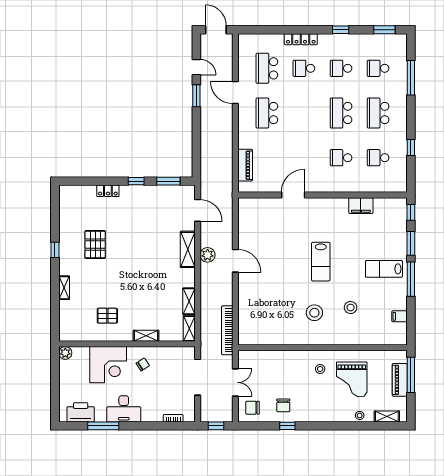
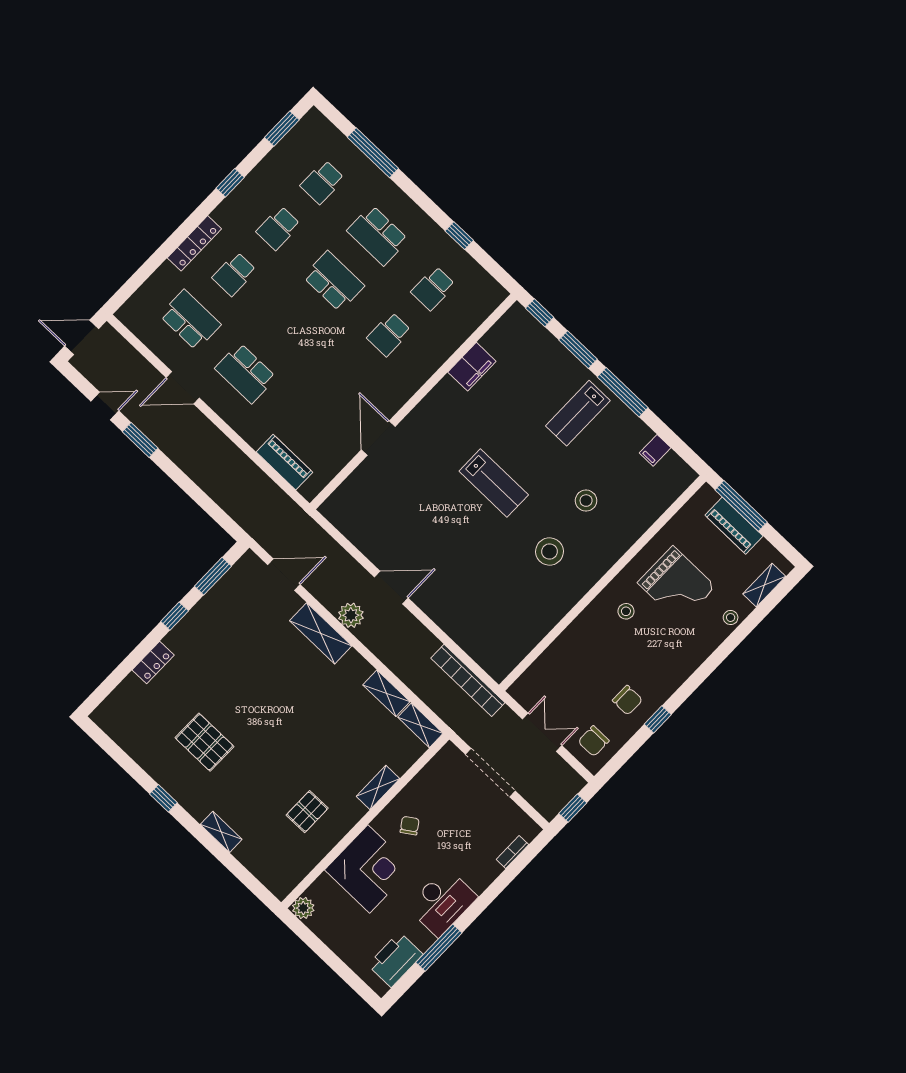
school desk: (267, 68) -> (190, 320), turned 180
school desk: (341, 113) -> (334, 281), turned 180

